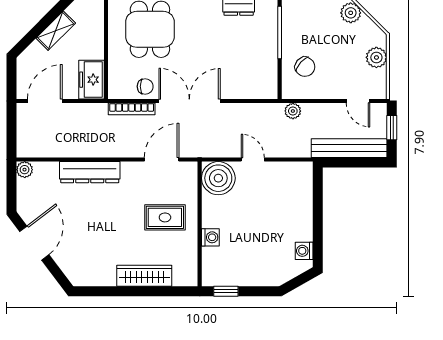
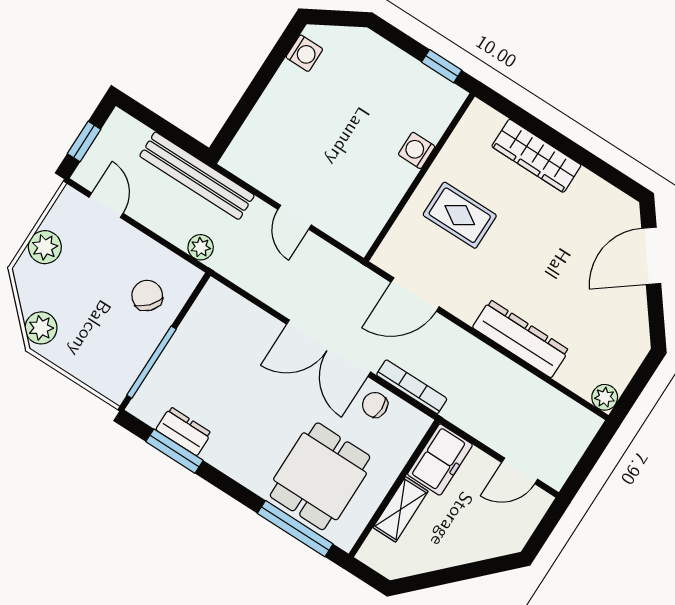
shelving: (56, 31) -> (401, 509), moved, turned -45
door: (45, 101) -> (520, 471), width x0.73
bench: (349, 148) -> (197, 176), moved
boiler: (218, 178) -> (356, 222), removed
door: (34, 243) -> (651, 256), moved

